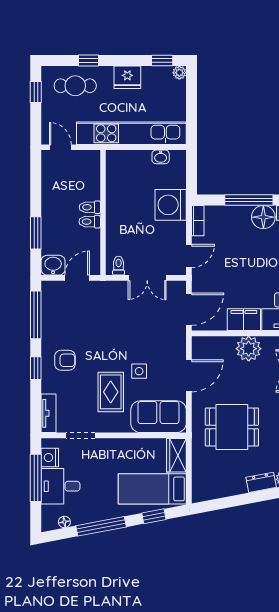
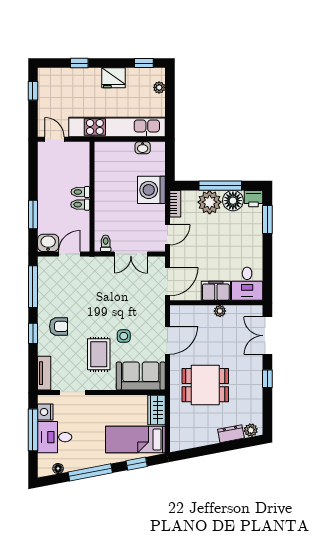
plant: (179, 73) -> (159, 87), moved
cafe table: (75, 86) -> (68, 85), removed
plant: (237, 219) -> (210, 202), added
plant: (249, 349) -> (220, 311), width x0.53, depth x0.53

